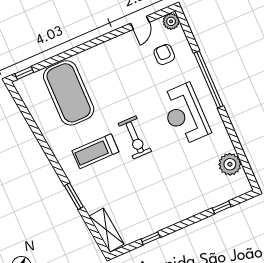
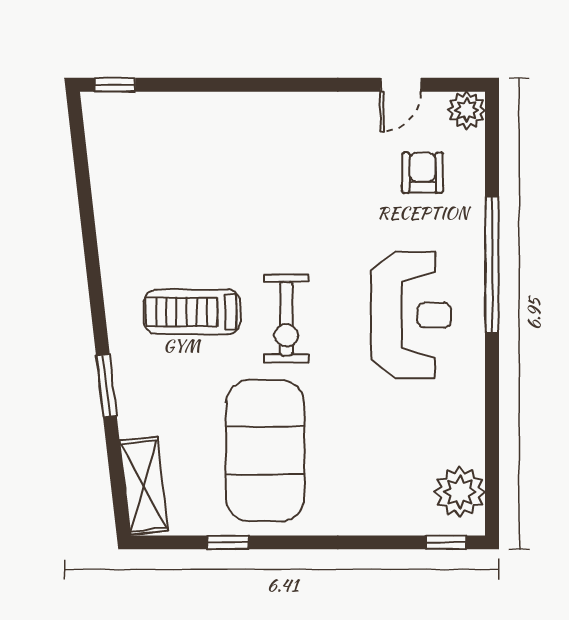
exercise mat: (69, 93) -> (265, 451), moved
reception desk: (185, 114) -> (411, 315), turned 180
plant: (230, 164) -> (460, 492), moved
window: (222, 207) -> (446, 542), moved

